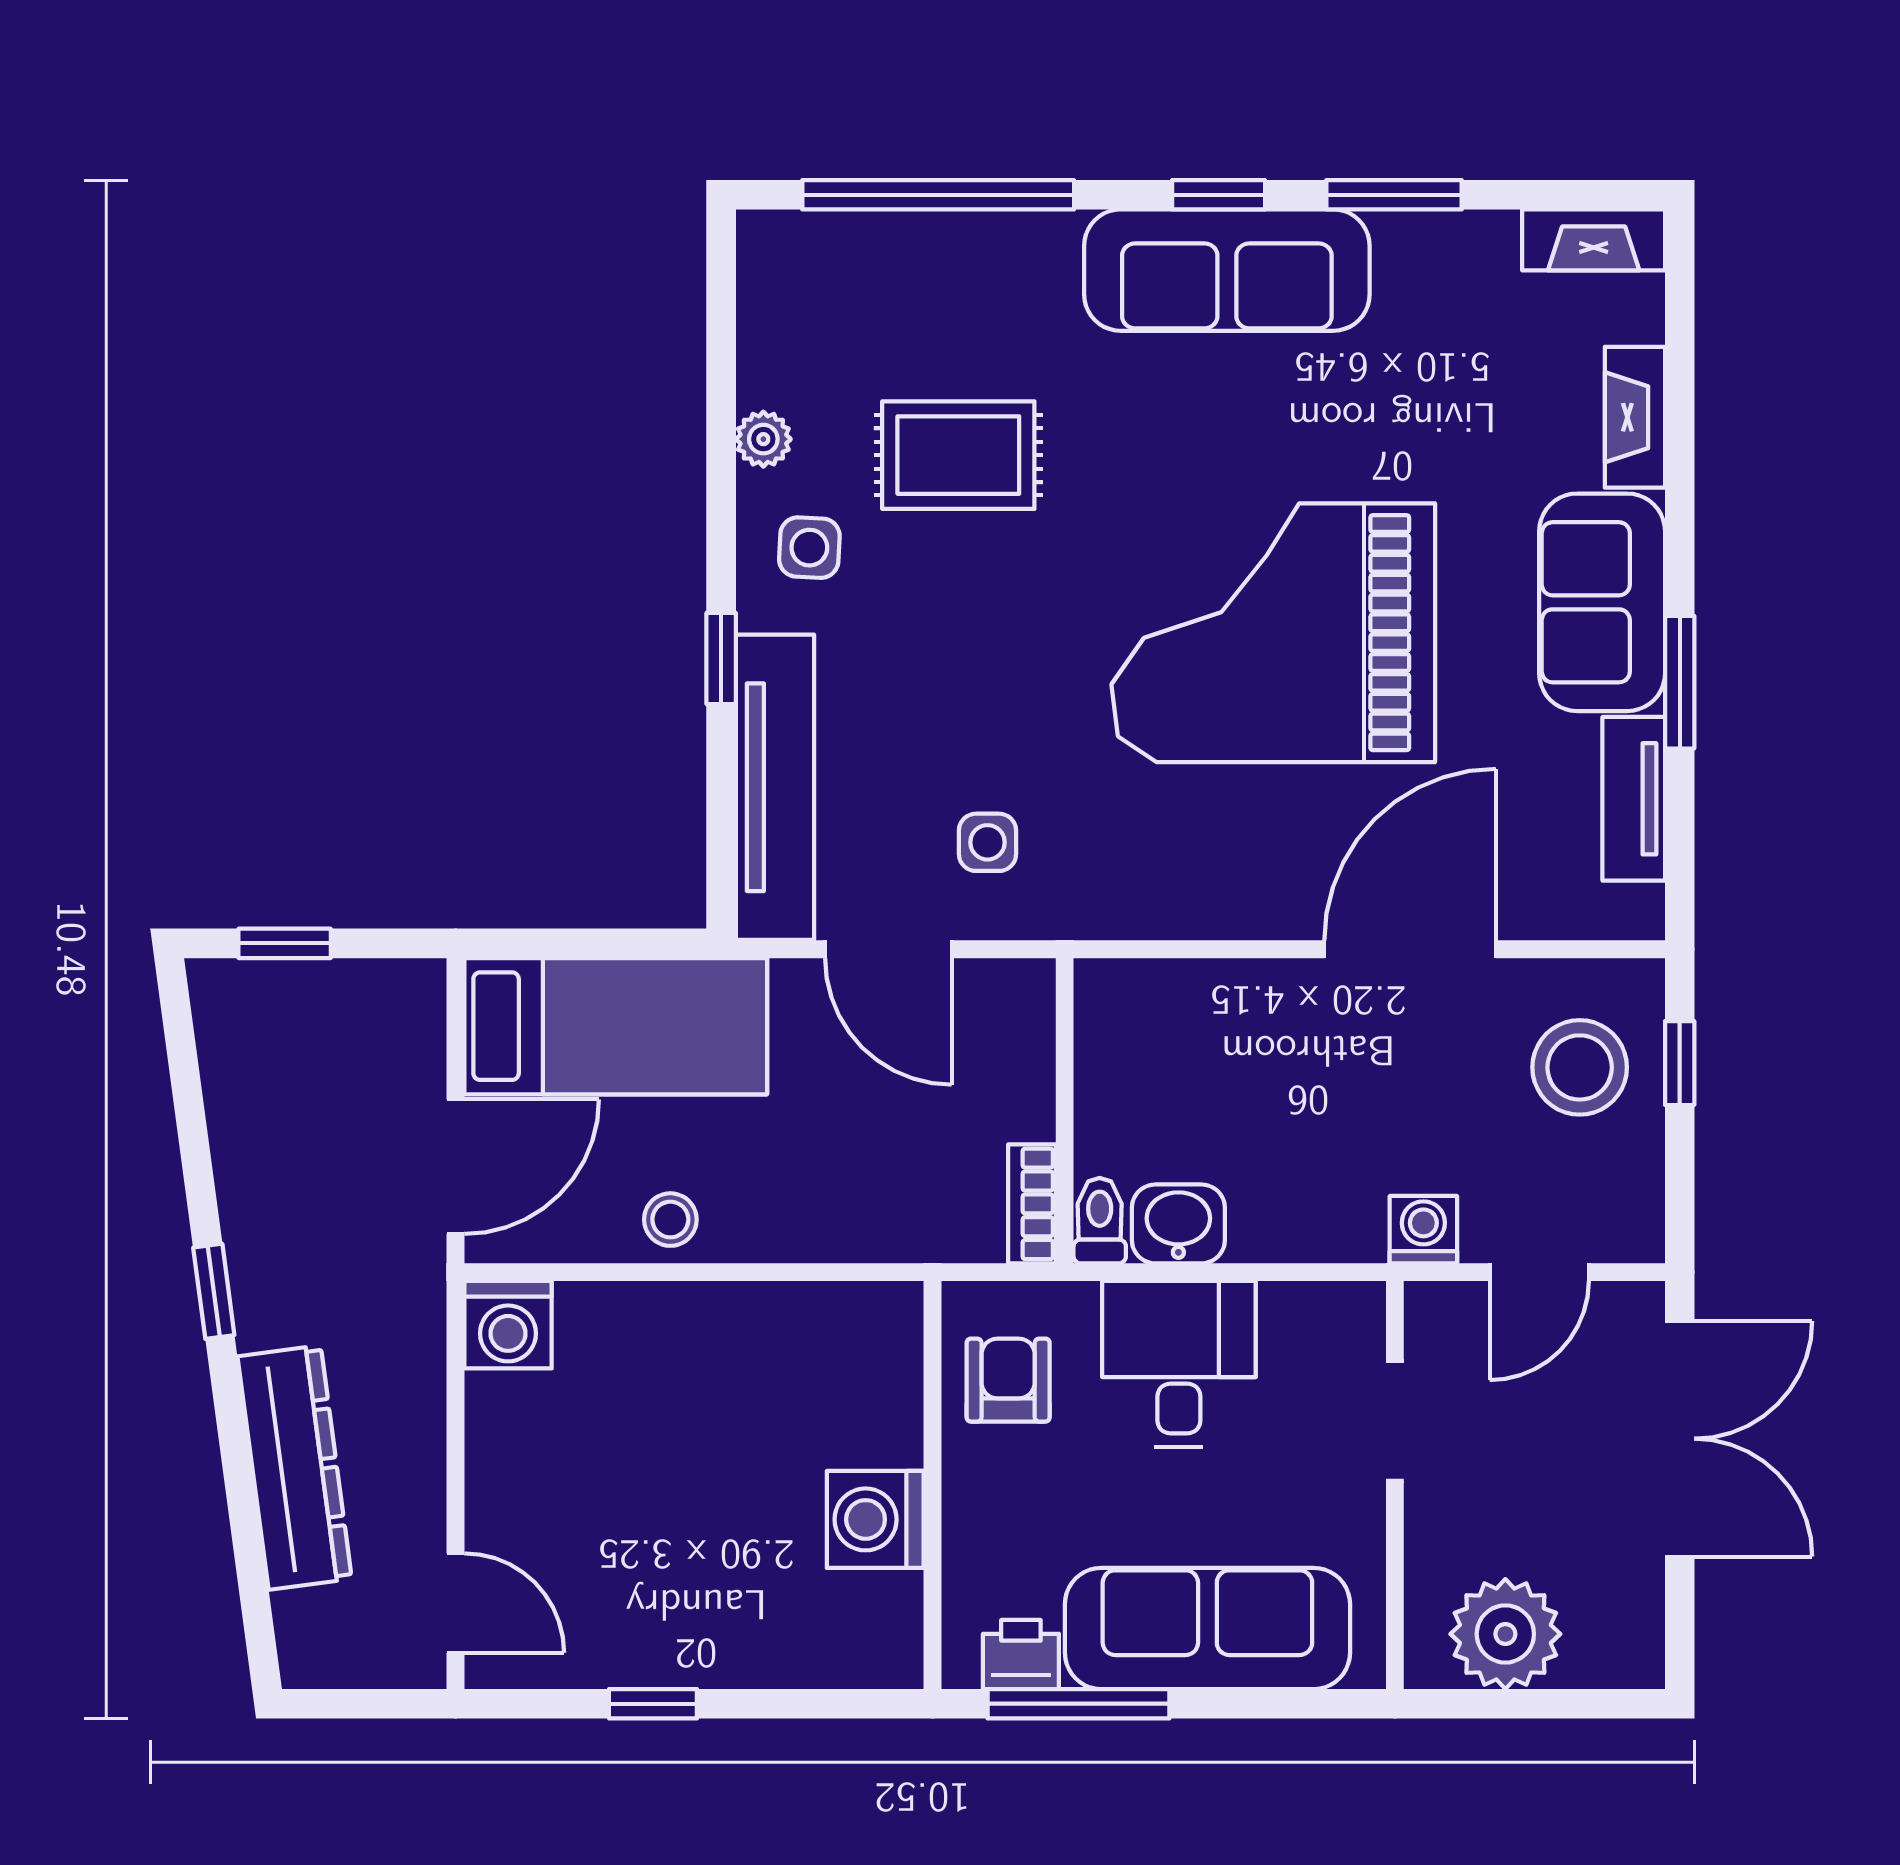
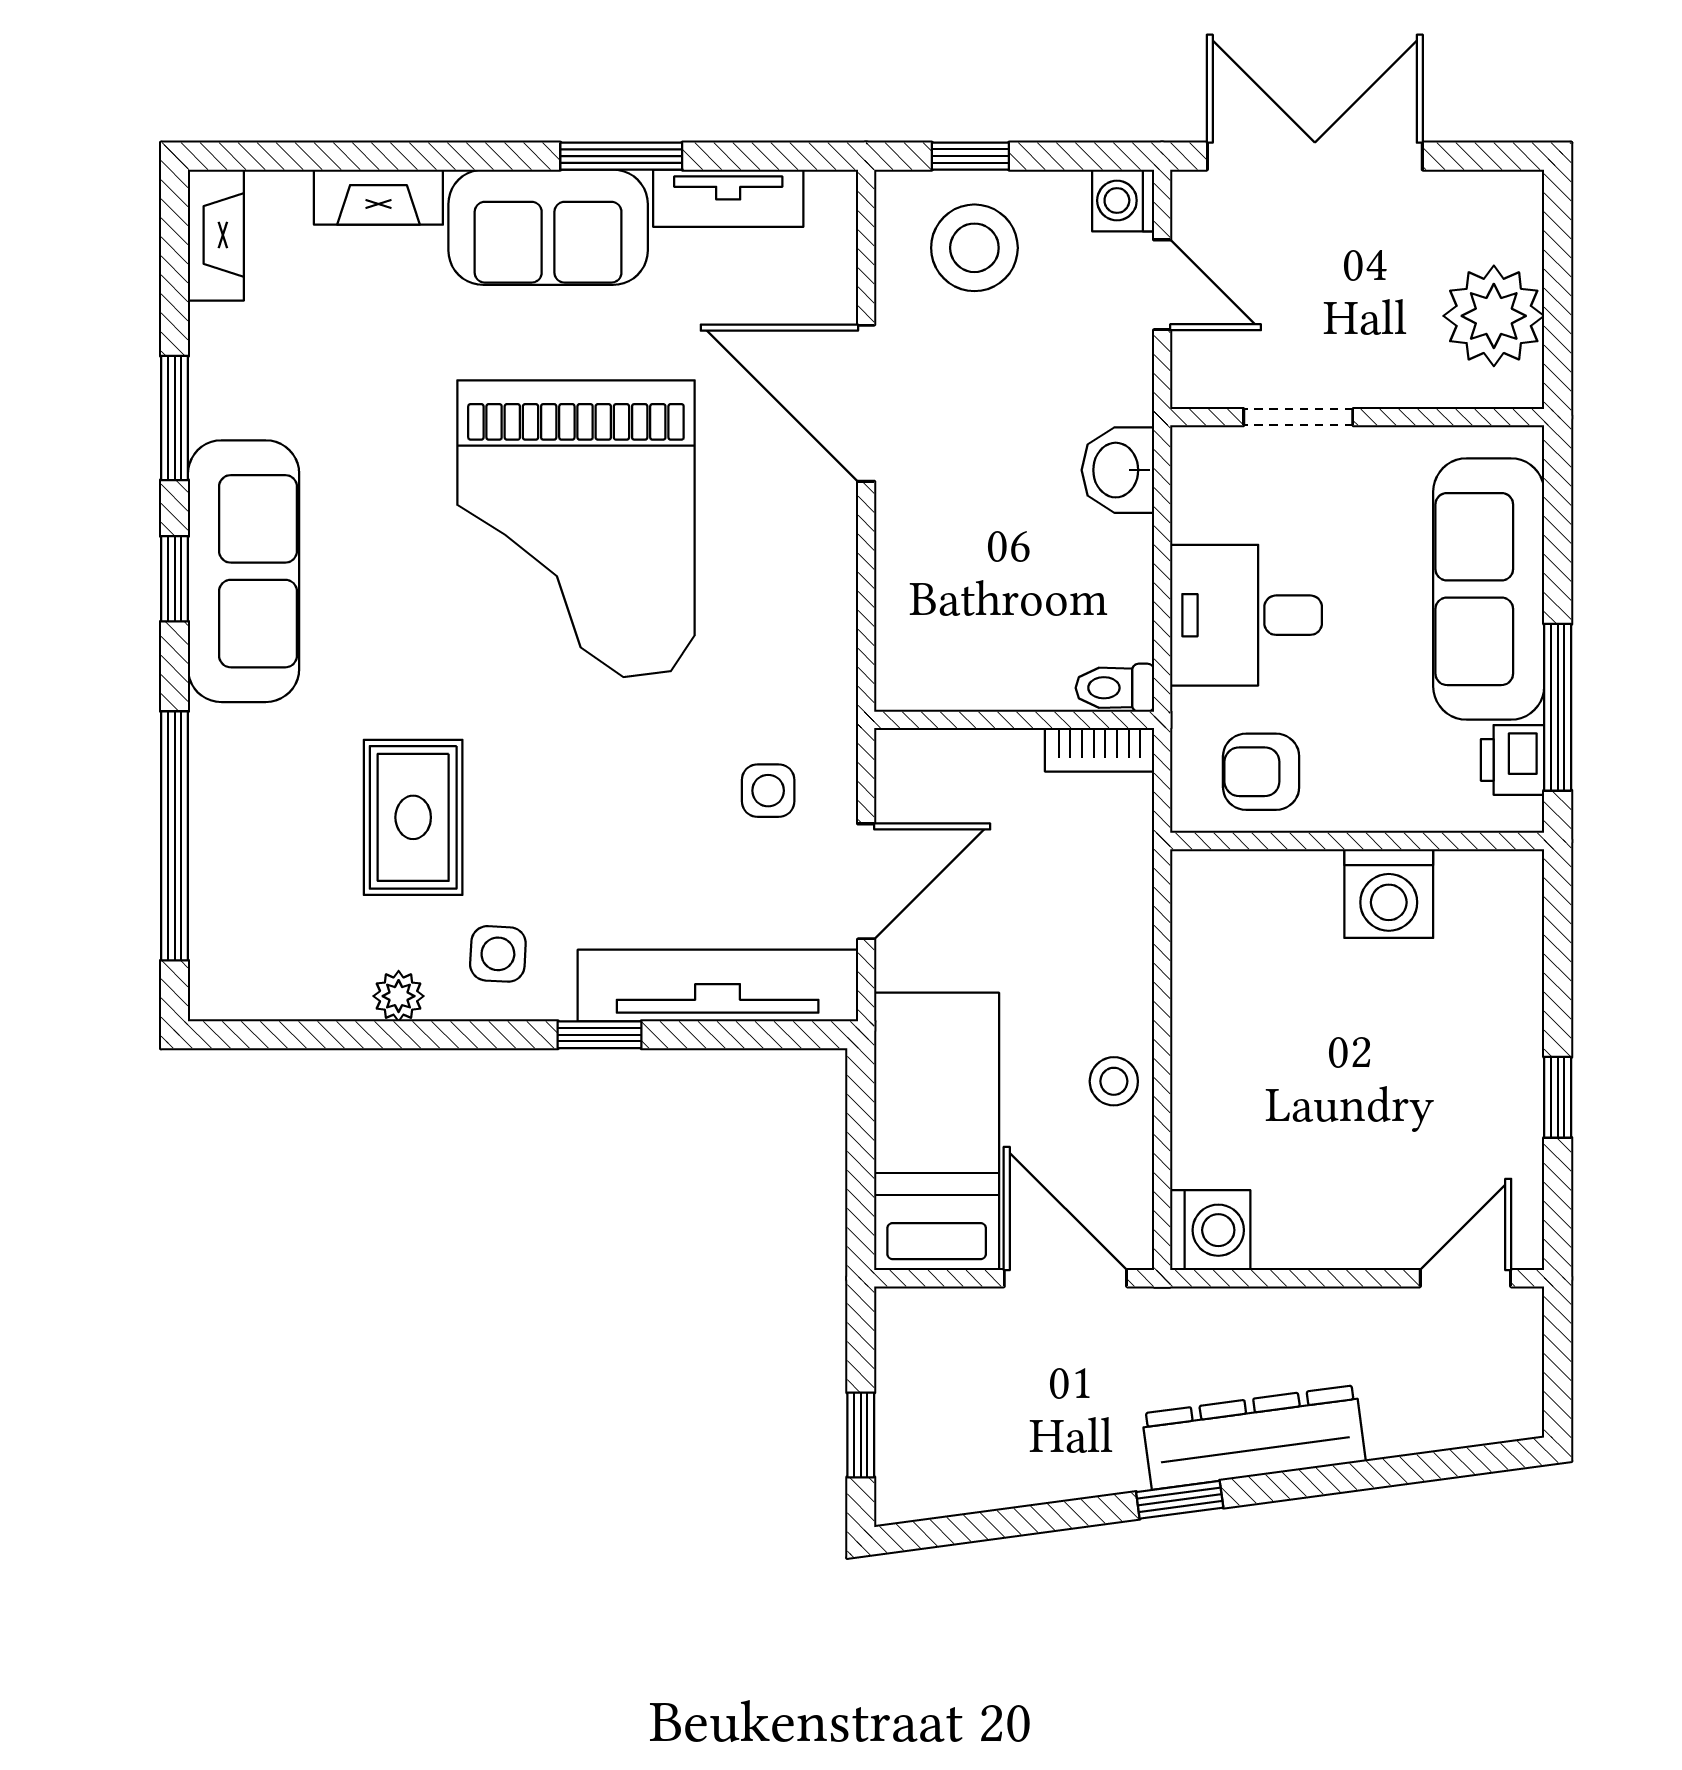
washbasin: (1178, 1224) -> (1118, 470), moved
washing machine: (1423, 1230) -> (1123, 200), moved
dresser: (295, 1468) -> (1254, 1437), moved

